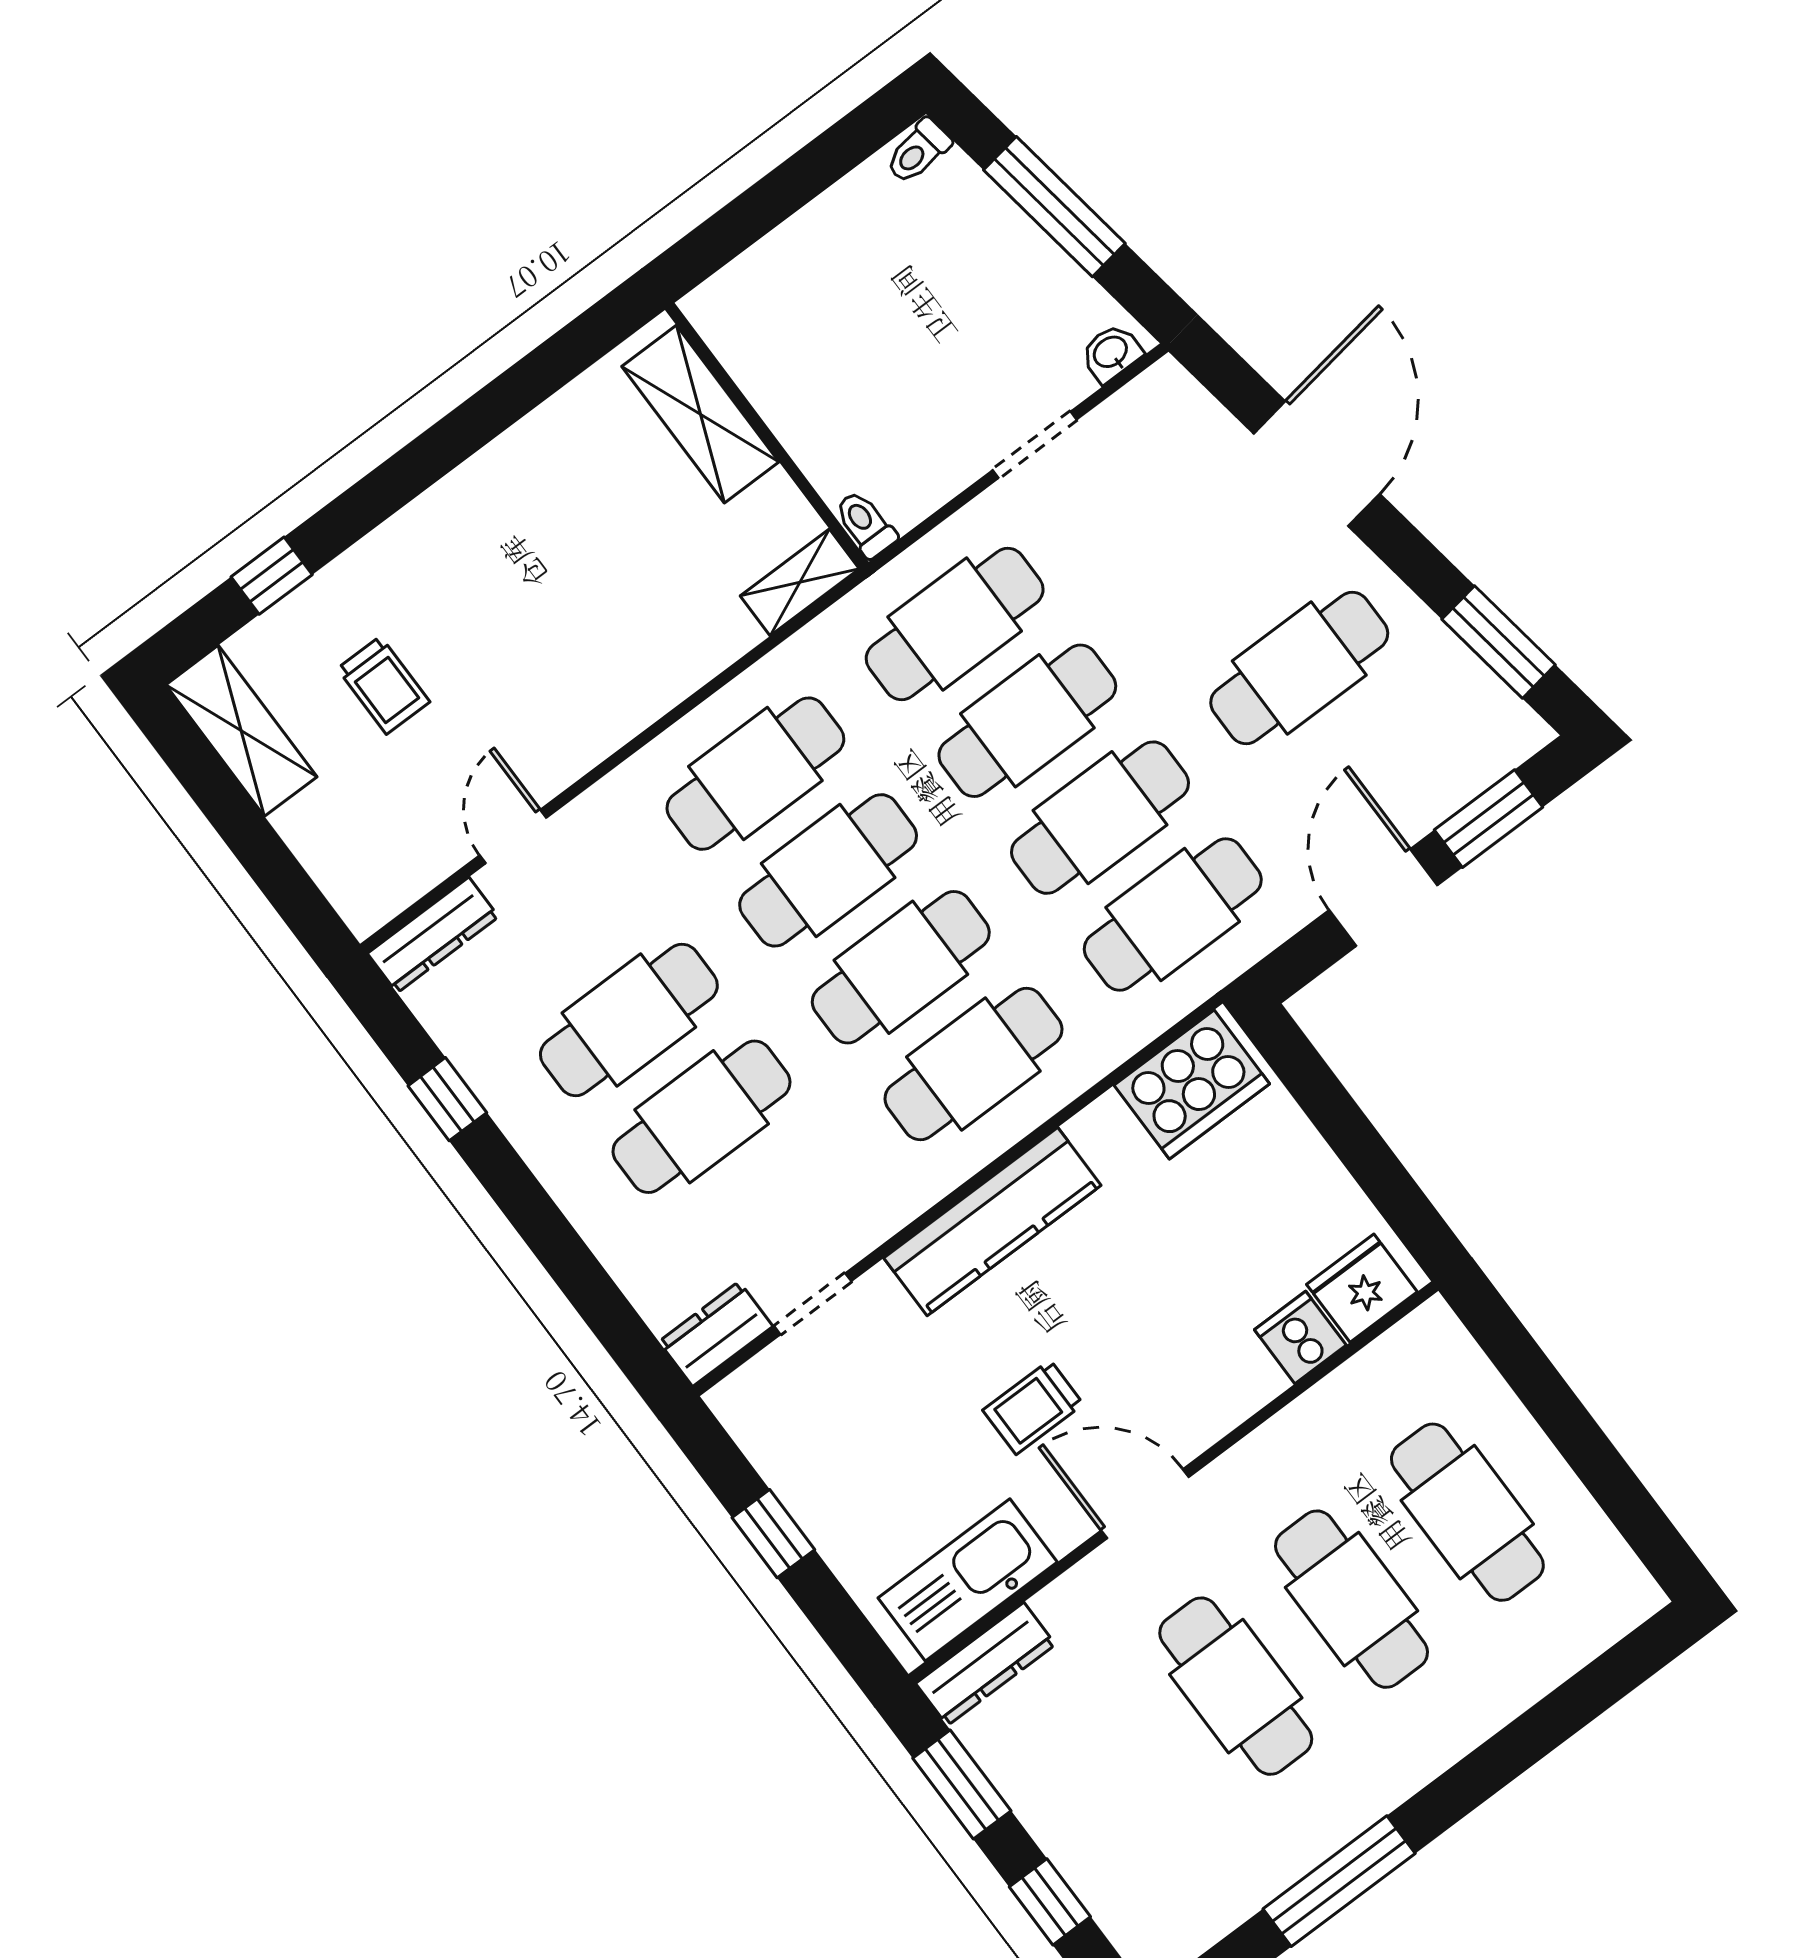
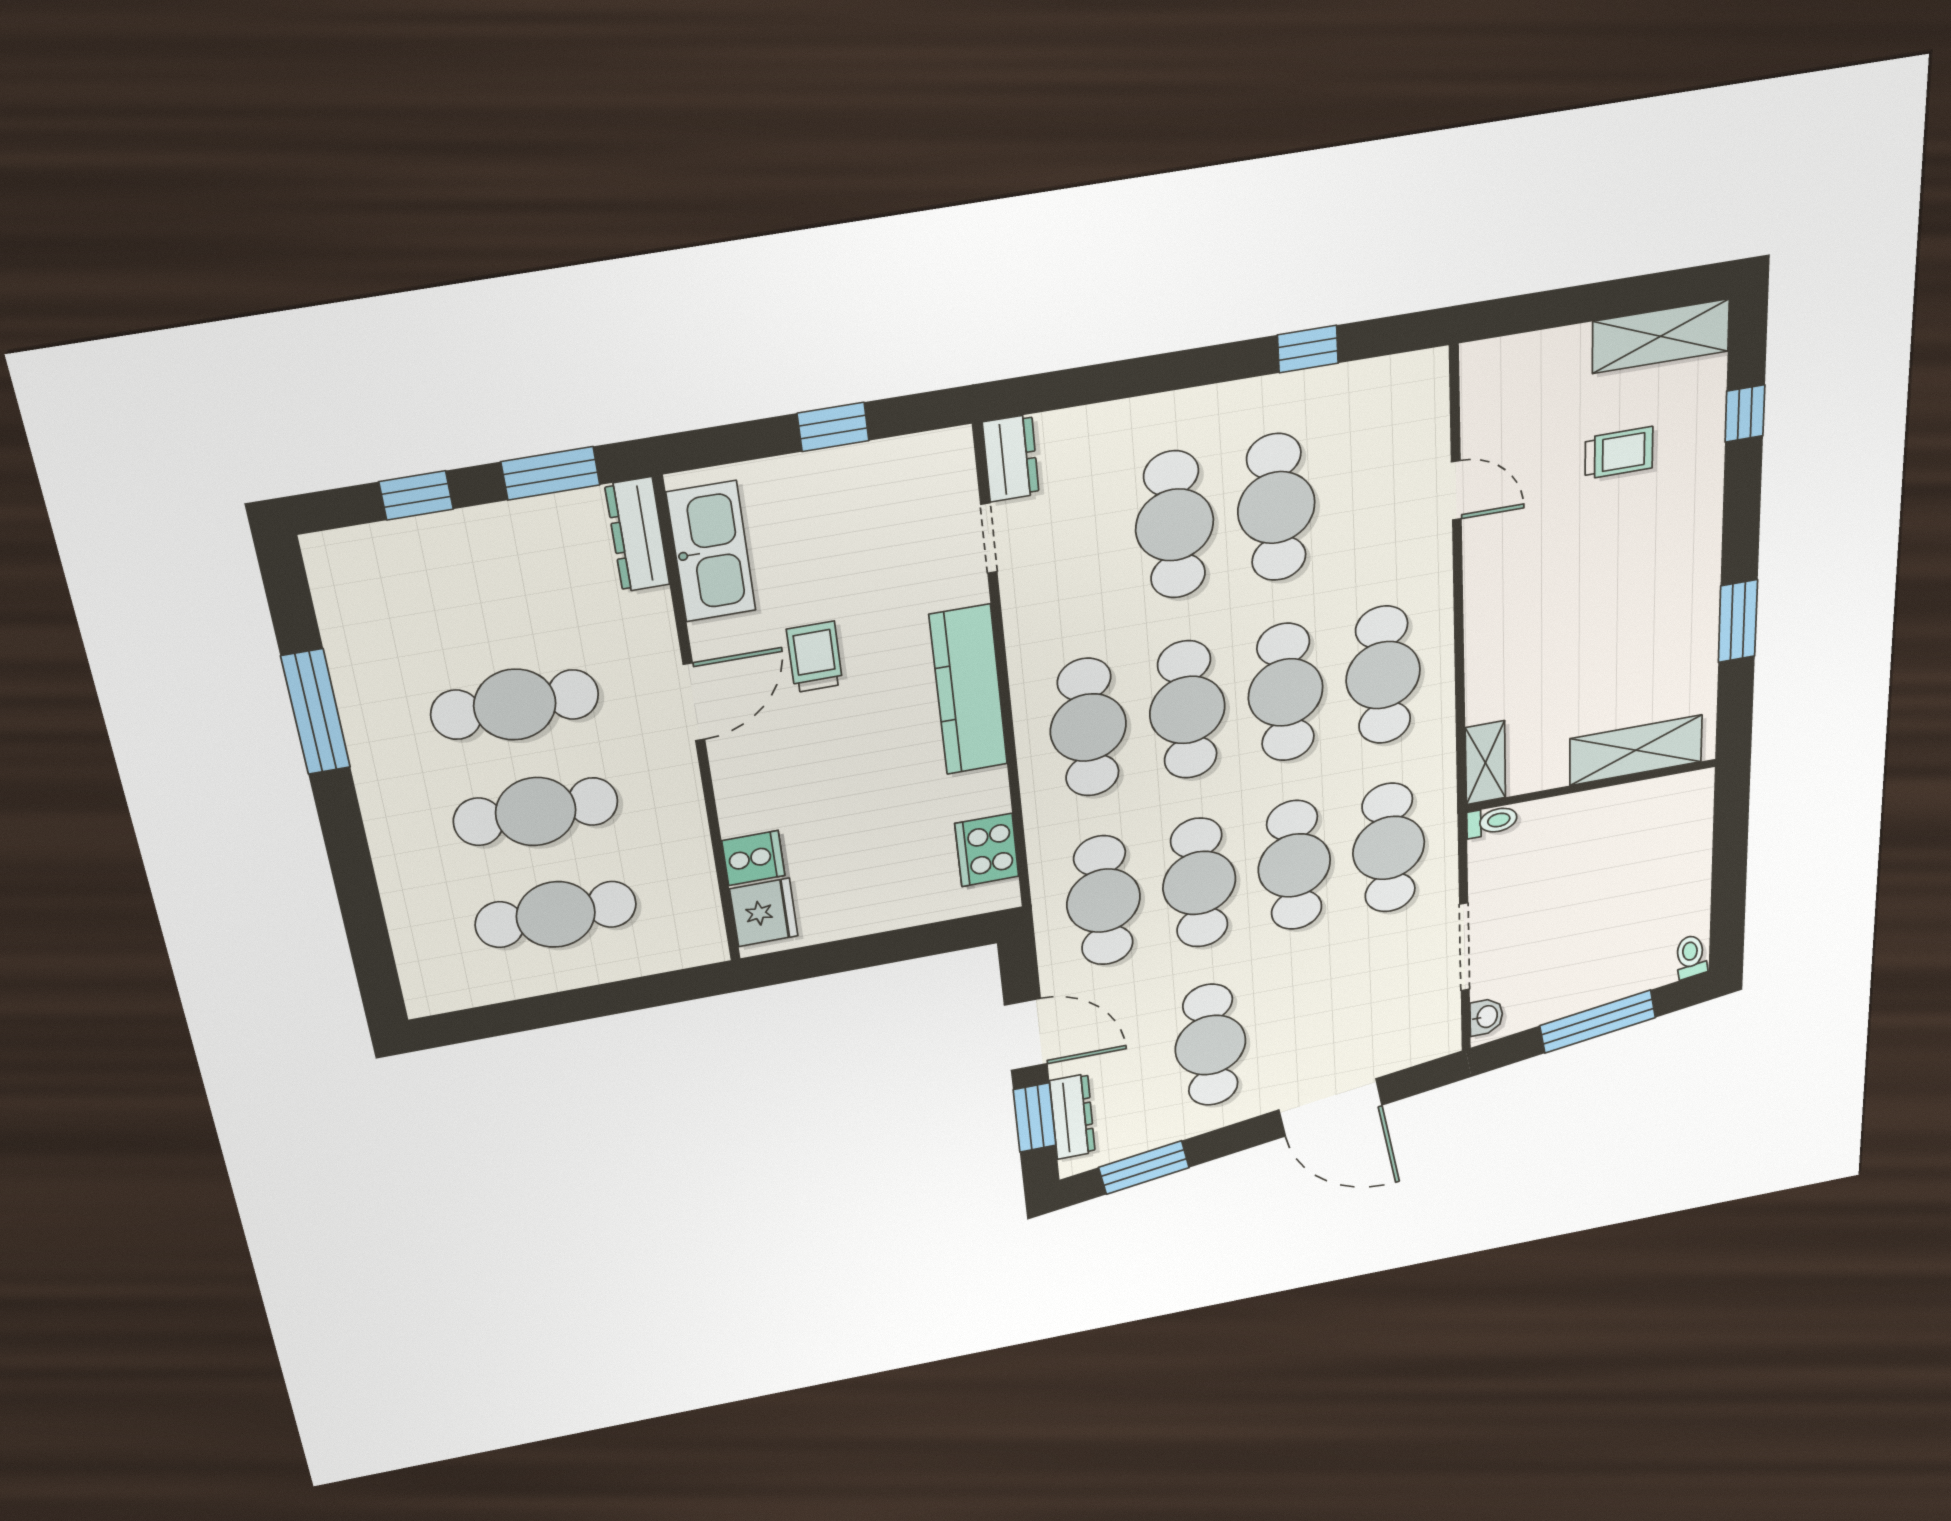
window: (496, 407) -> (1738, 621), added
doorway: (1035, 445) -> (1464, 947), width x1.38
trolley: (383, 685) -> (1619, 453), turned 180
dresser: (433, 935) -> (1072, 1117), moved, turned 180
cooker: (1192, 1084) -> (987, 850), width x0.73, depth x0.76

